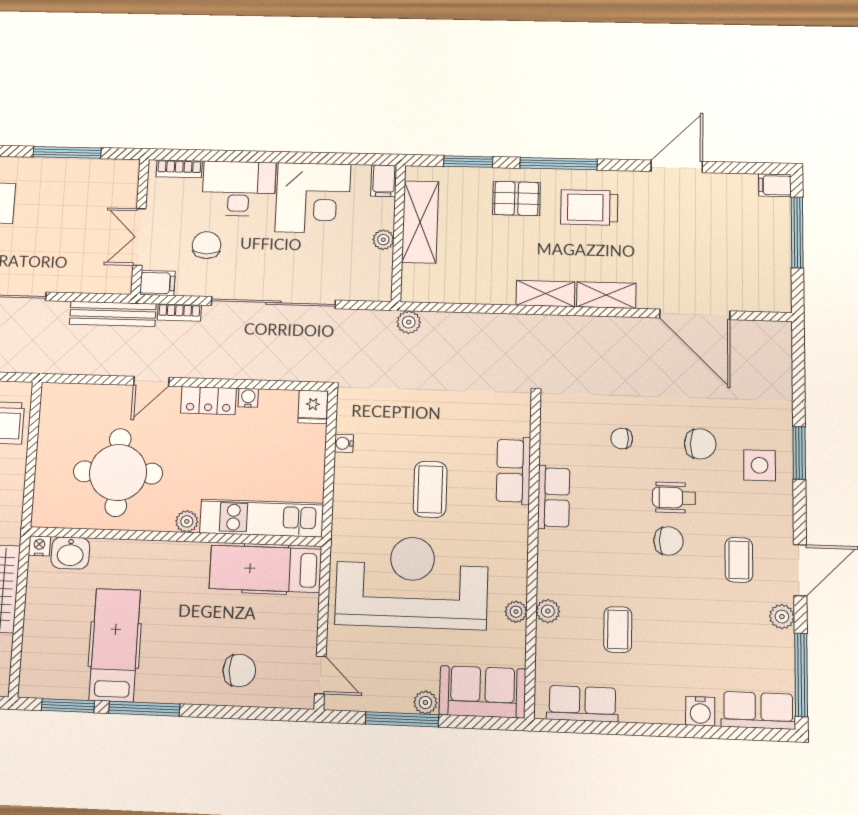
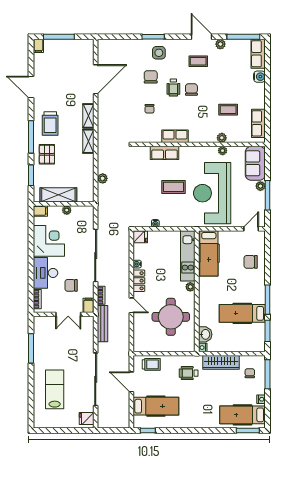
plant: (409, 322) -> (103, 178), moved
chair: (239, 670) -> (251, 262), turned -90

